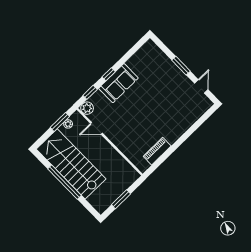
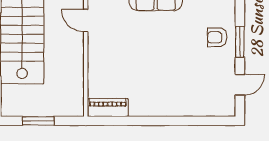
armchair: (168, 74) -> (217, 37), added
piano: (157, 151) -> (108, 107), moved

